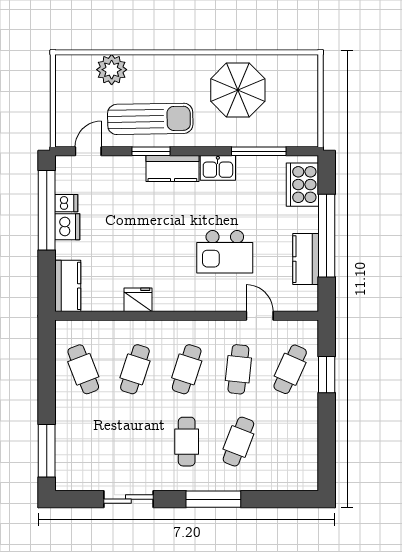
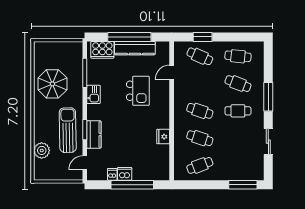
door: (88, 151) -> (85, 163), hinge flipped
kitchen counter: (172, 168) -> (94, 134), moved
window: (47, 210) -> (132, 185), moved
kitchen counter: (306, 259) -> (135, 48), width x1.50
kitchen counter: (68, 286) -> (156, 174), removed
cafe table: (238, 369) -> (238, 56), moved

